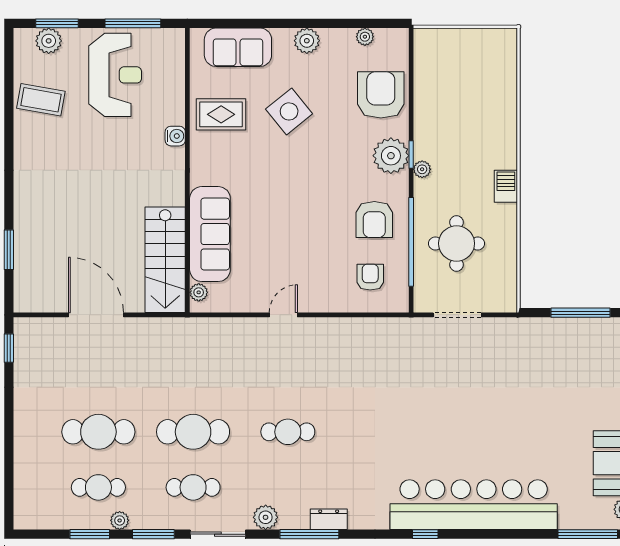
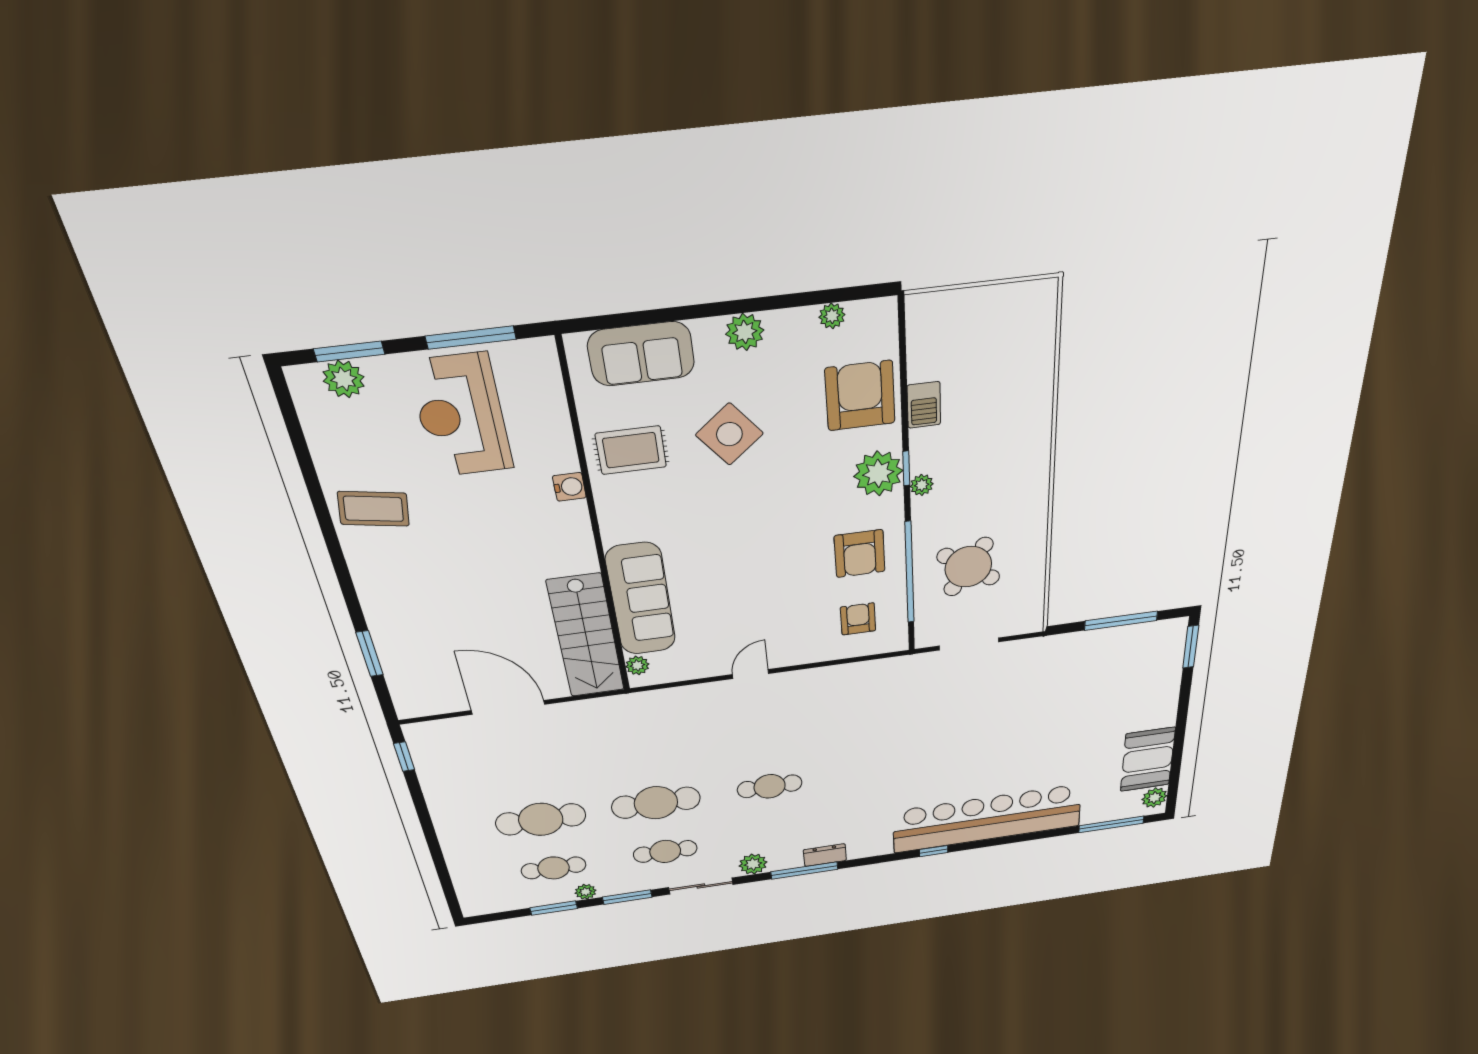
reception desk: (115, 75) -> (461, 416), turned 180
coffee table: (41, 100) -> (373, 509), moved
barbecue: (506, 186) -> (924, 405), moved, turned 180
round table: (457, 243) -> (968, 567), turned 35

